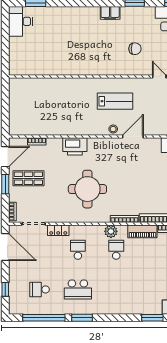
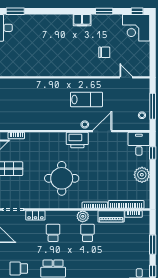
printer: (75, 146) -> (77, 140), moved

